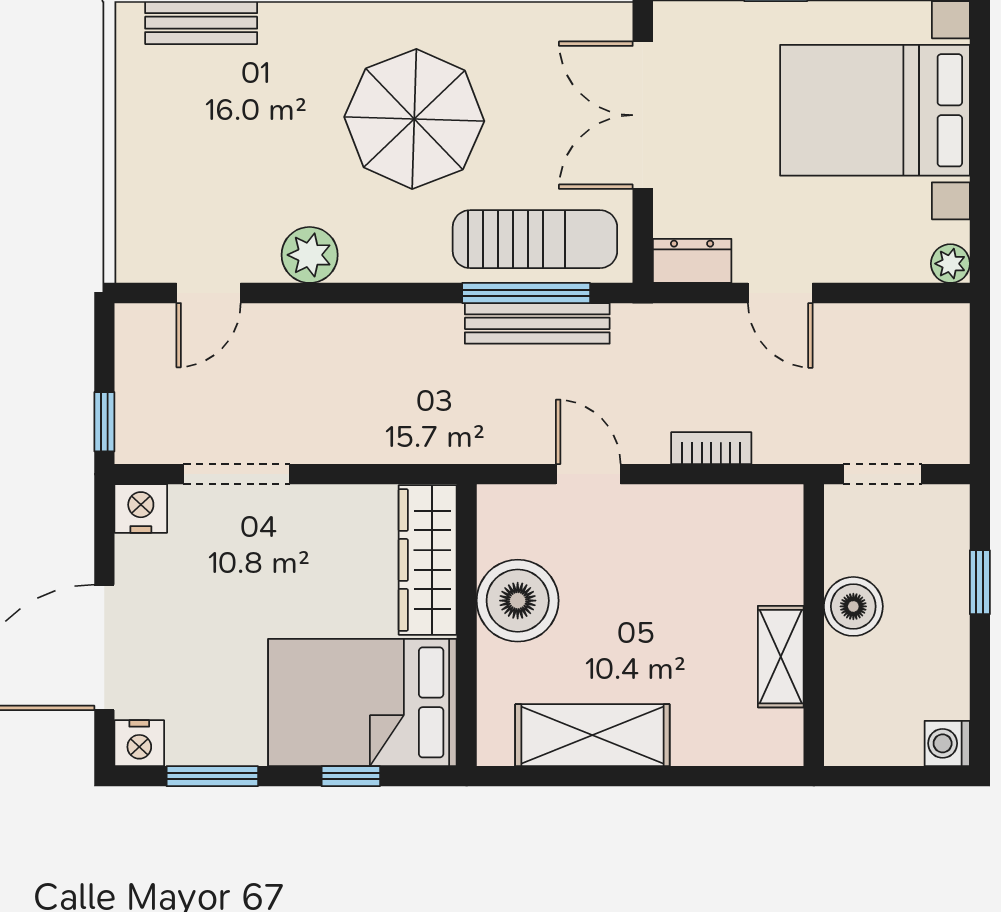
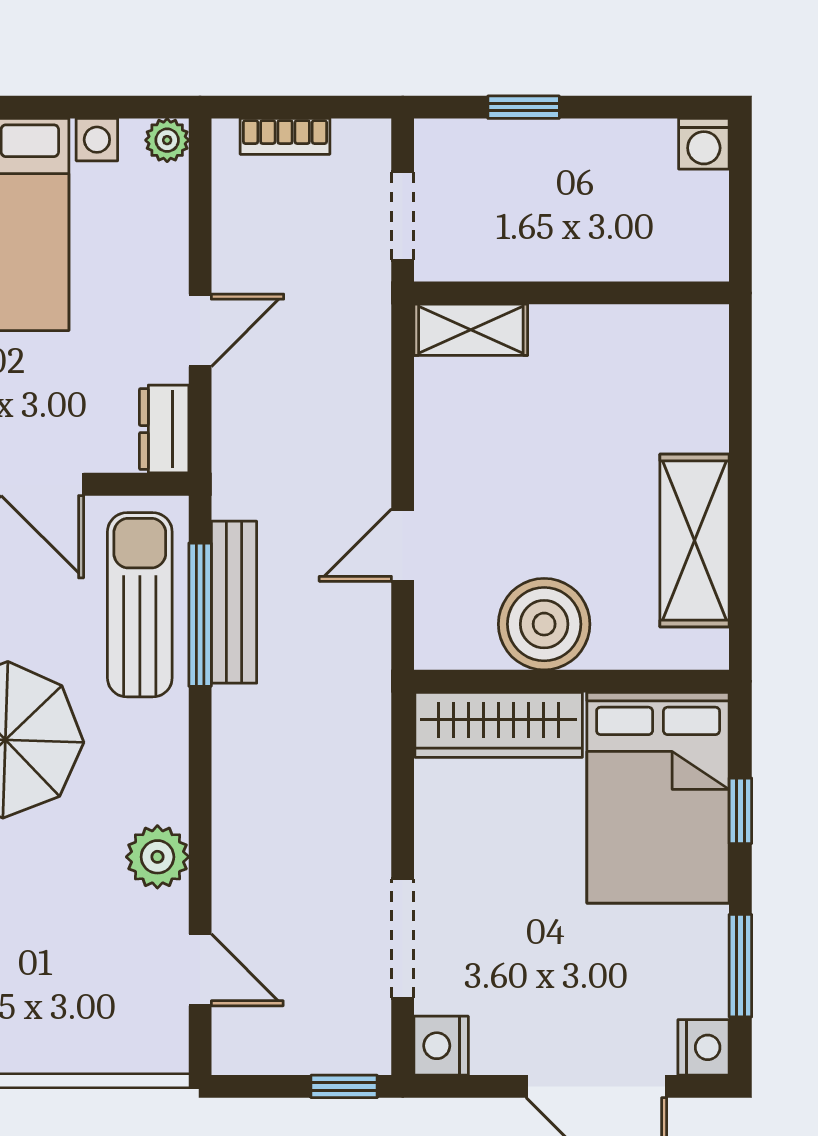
bookcase: (711, 448) -> (285, 136), moved, turned -90
boiler: (853, 606) -> (551, 249), removed
shelving: (781, 657) -> (471, 330), moved

